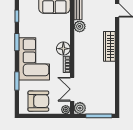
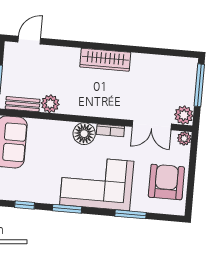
wardrobe: (109, 46) -> (105, 60), moved

